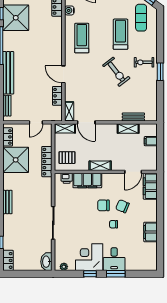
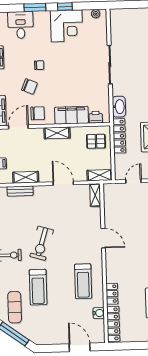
exercise bike: (116, 72) -> (42, 243), turned -125
locker: (57, 96) -> (112, 294), moved
door: (86, 122) -> (63, 183), moved
chair: (103, 205) -> (38, 113), moved
desk: (114, 259) -> (21, 25), moved
washbasin: (46, 262) -> (119, 107), moved

